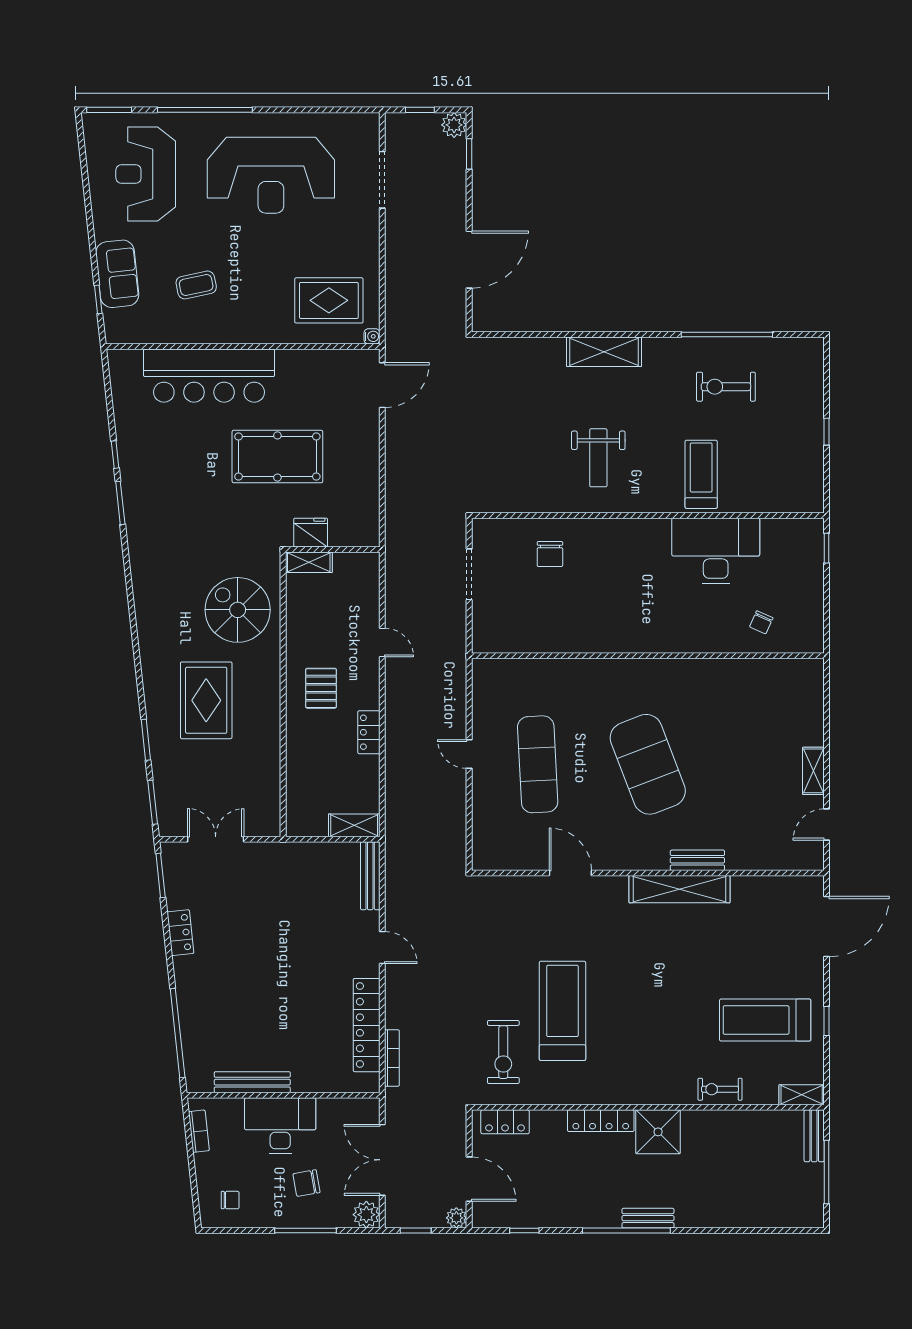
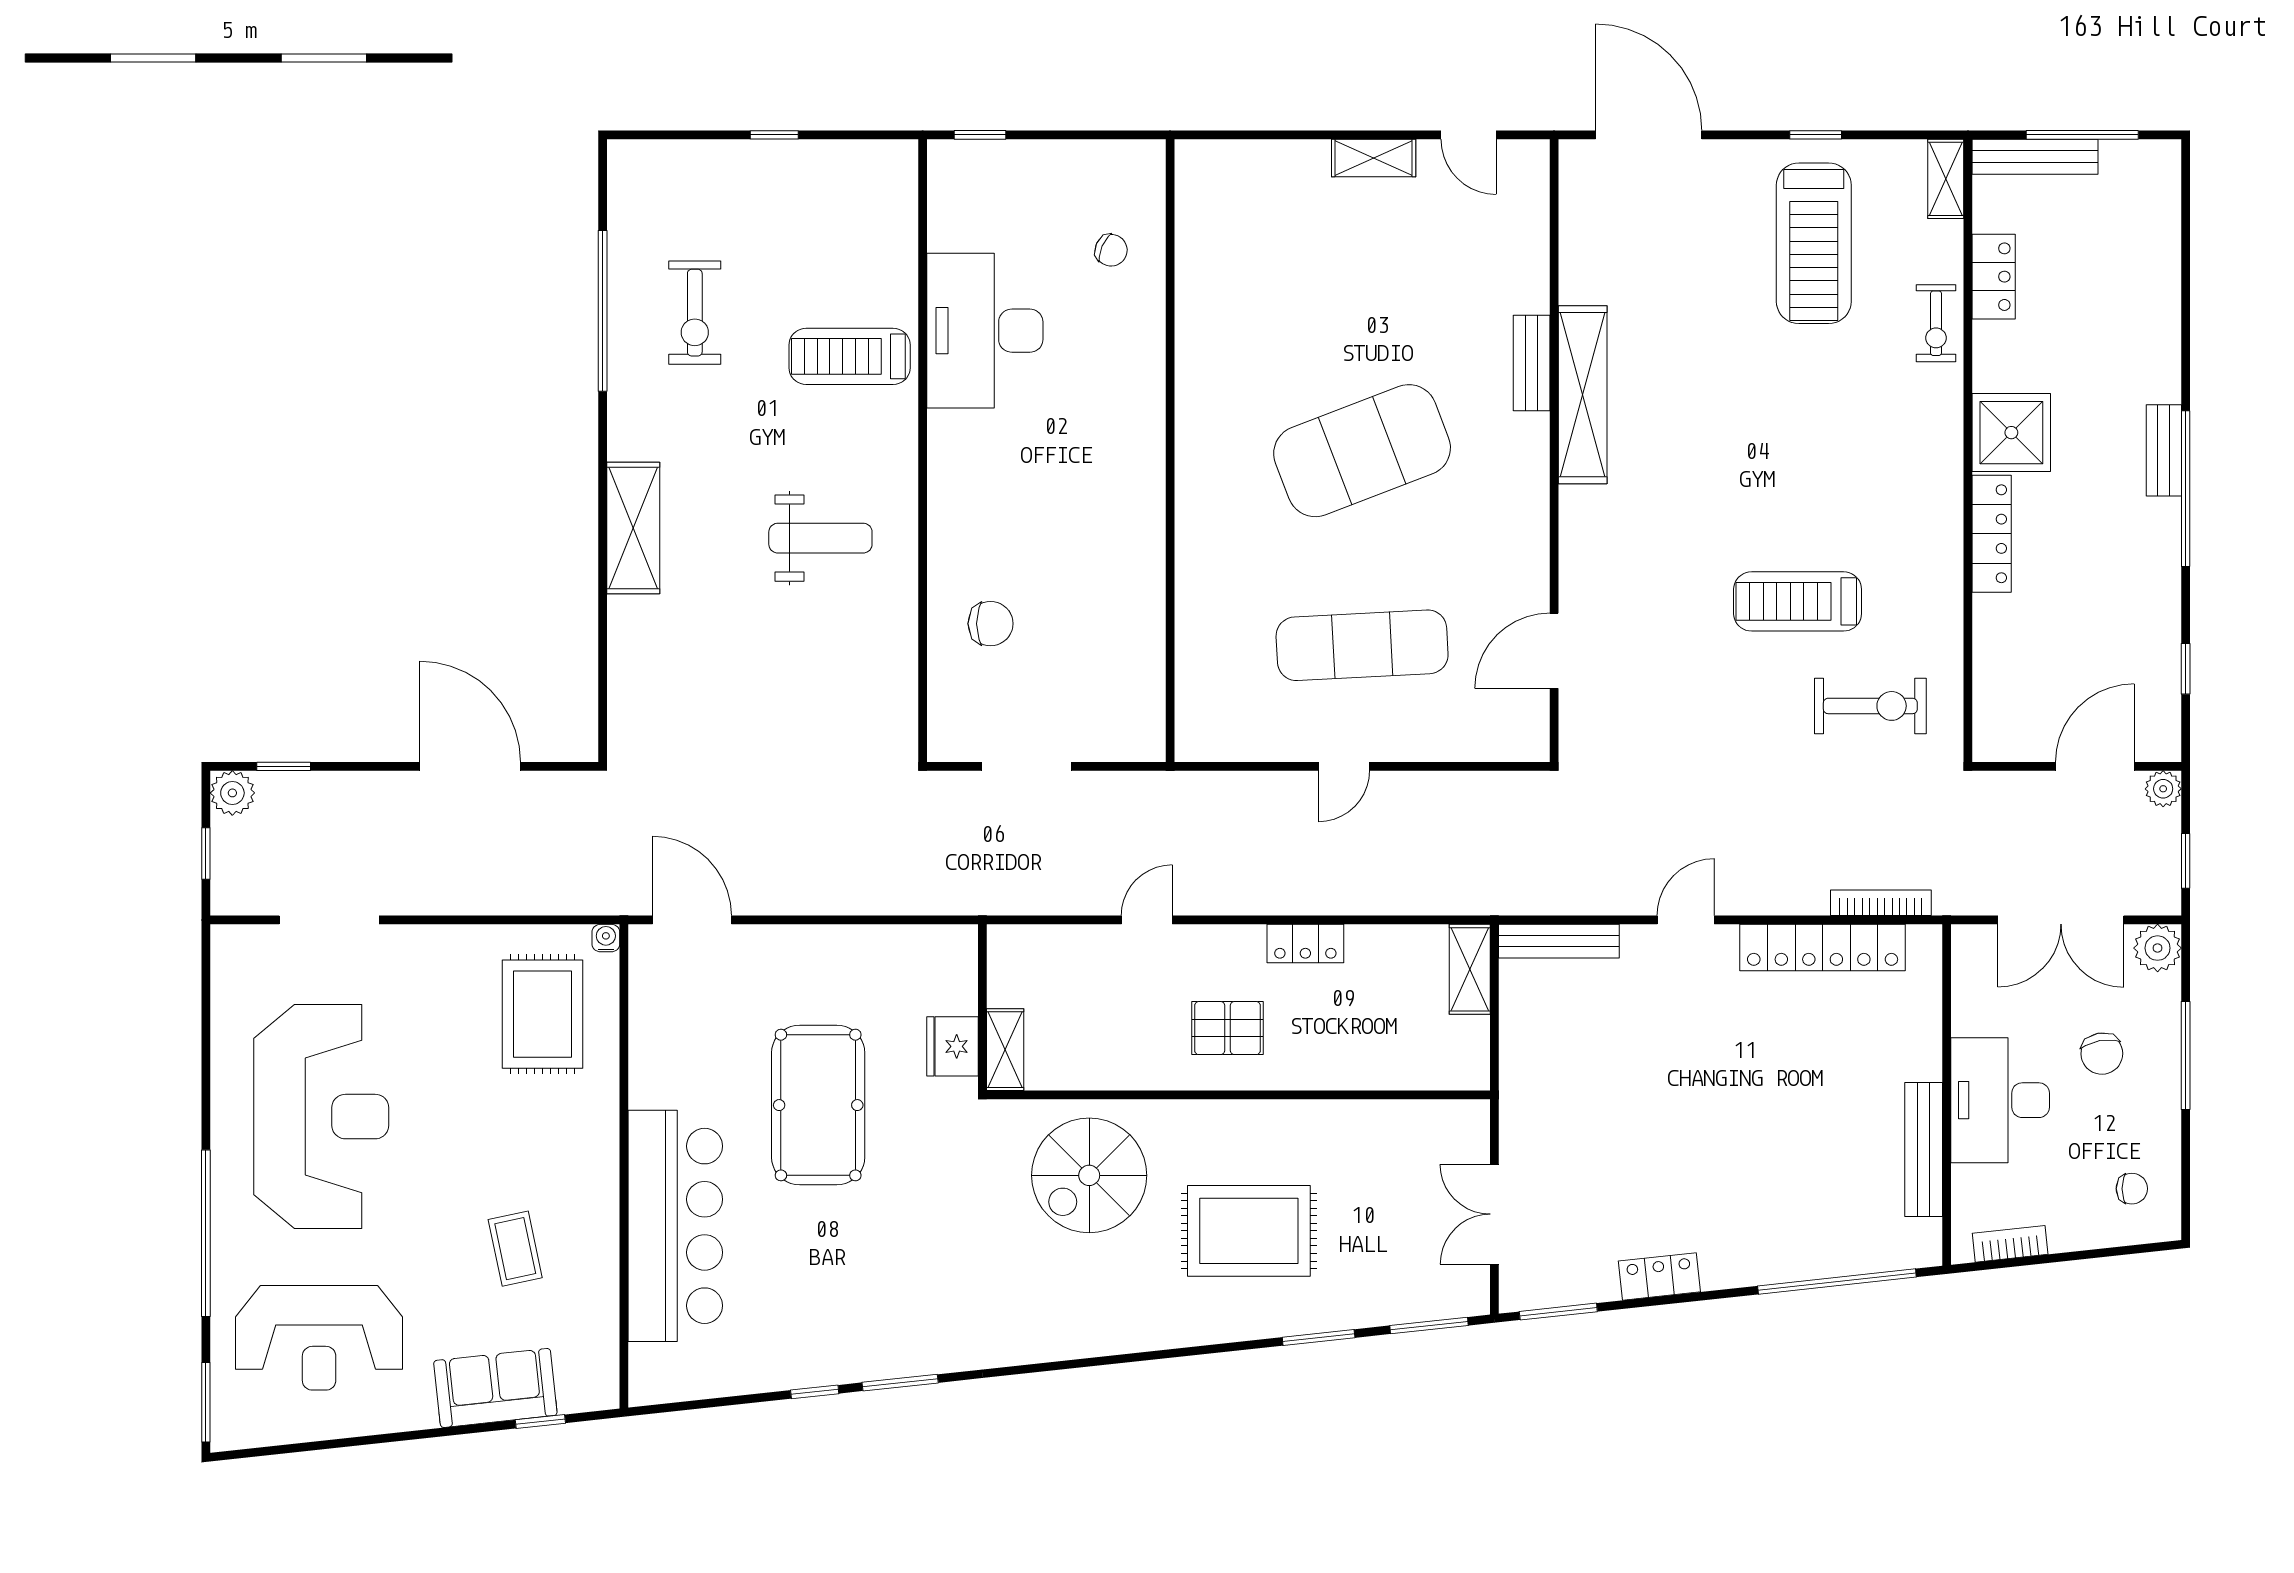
door: (570, 873) -> (1554, 651), moved
treadmill: (562, 1011) -> (1798, 601), width x0.73, depth x0.73
locker: (505, 1122) -> (1994, 277), moved
bench: (814, 1136) -> (2035, 157), width x1.36
chair: (230, 1200) -> (2132, 1189), turned 90

